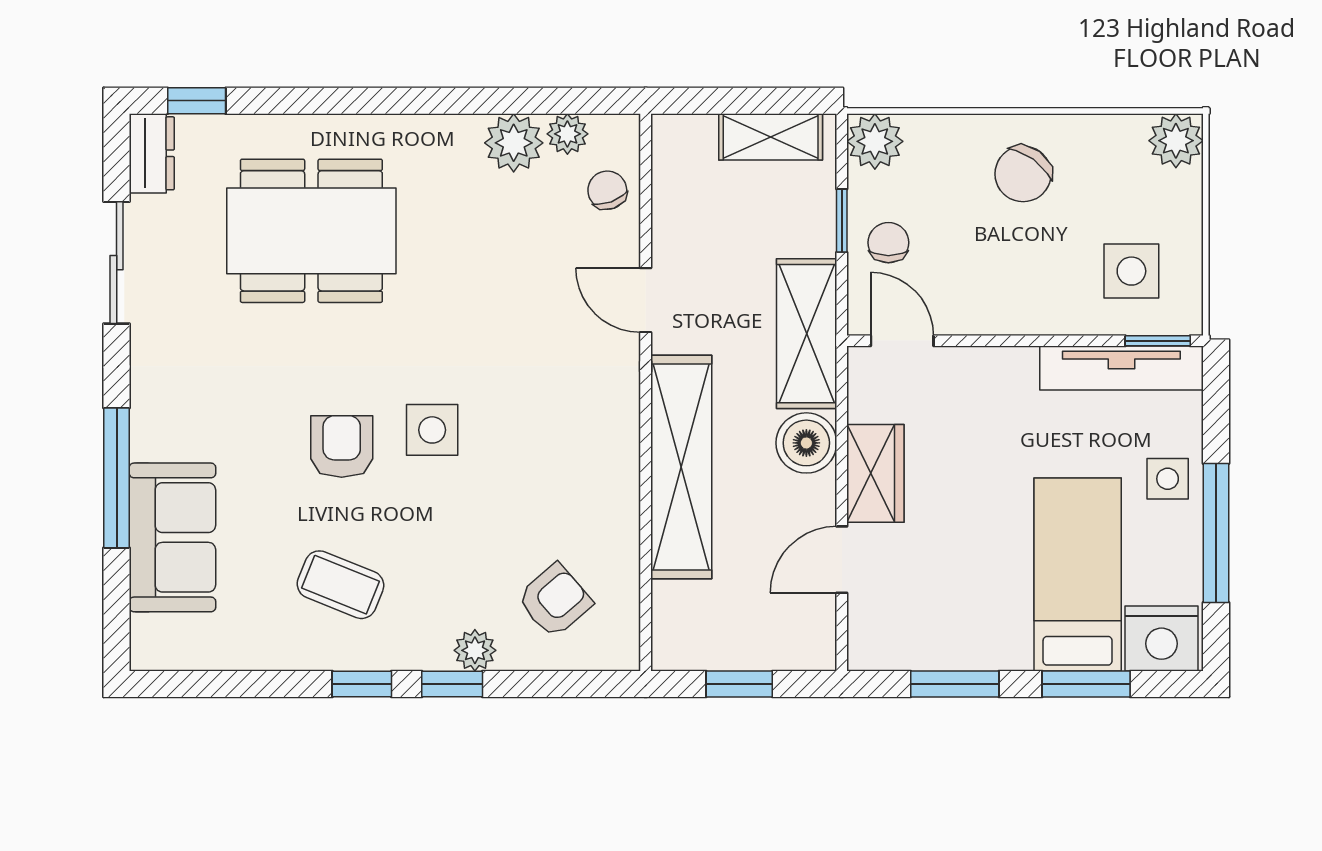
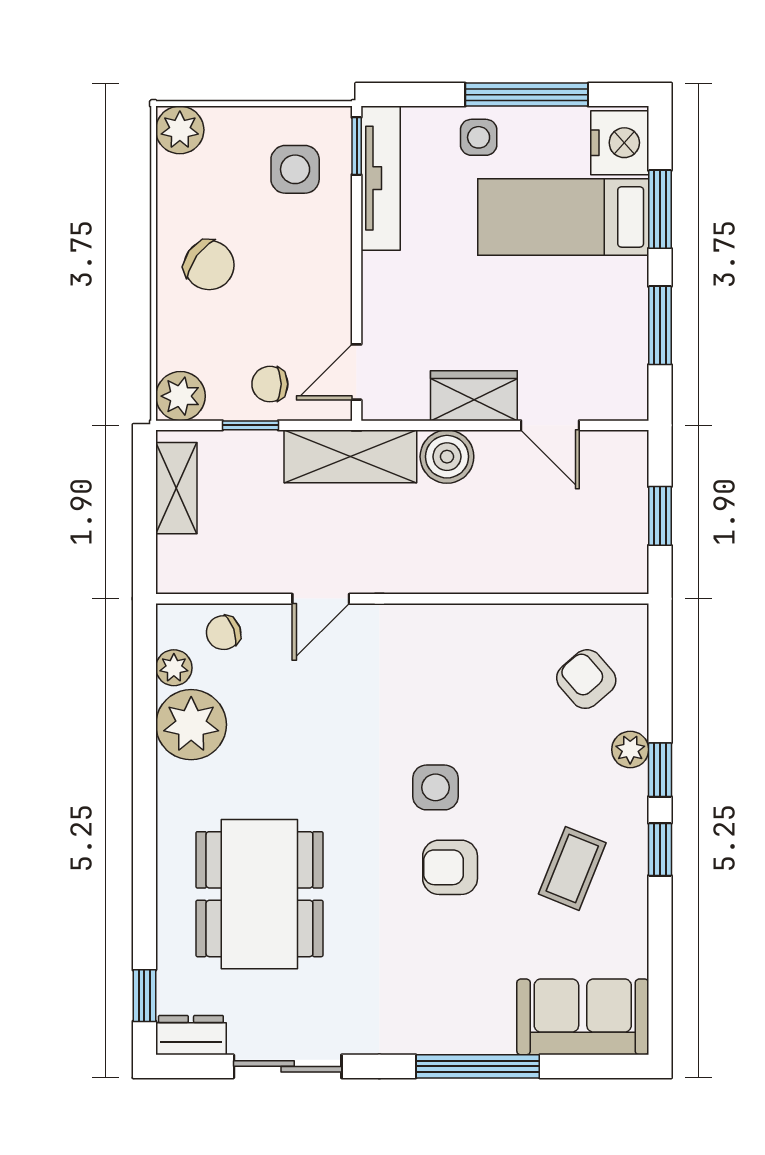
plant: (514, 143) -> (191, 725), width x1.36, depth x1.36
shelving: (681, 467) -> (468, 567), removed
sofa: (172, 537) -> (583, 1017), moved

